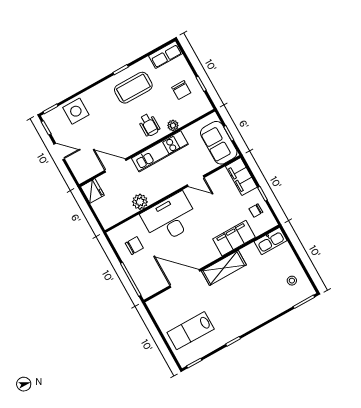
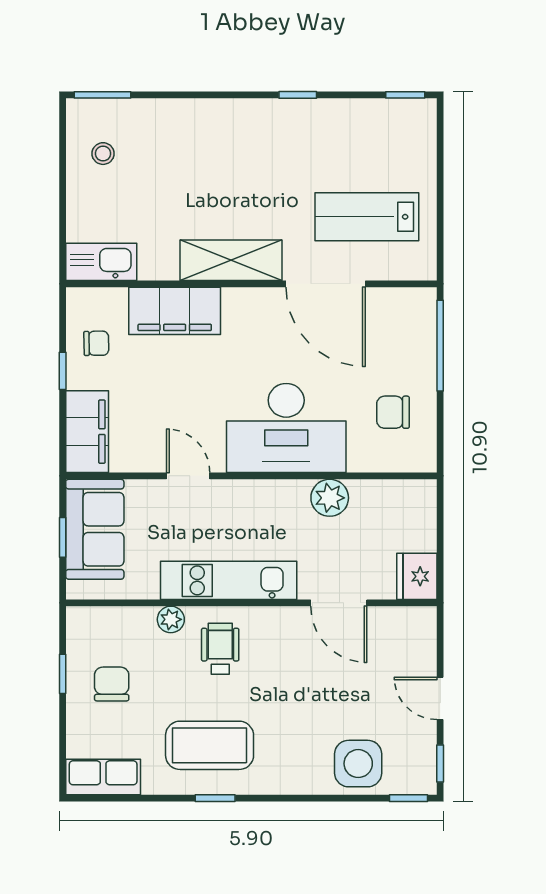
lab bench: (191, 331) -> (367, 217), moved, turned 180

